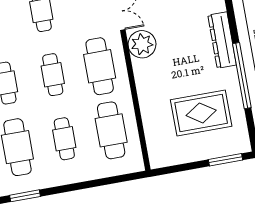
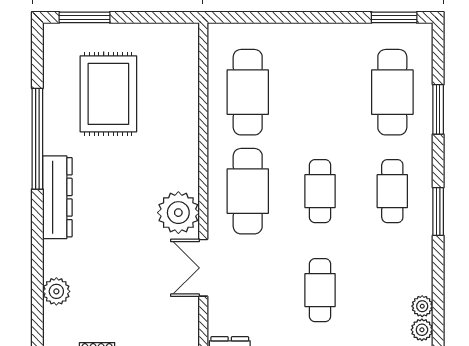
rug: (201, 113) -> (108, 94), turned 90
cafe table: (64, 139) -> (320, 92), removed

